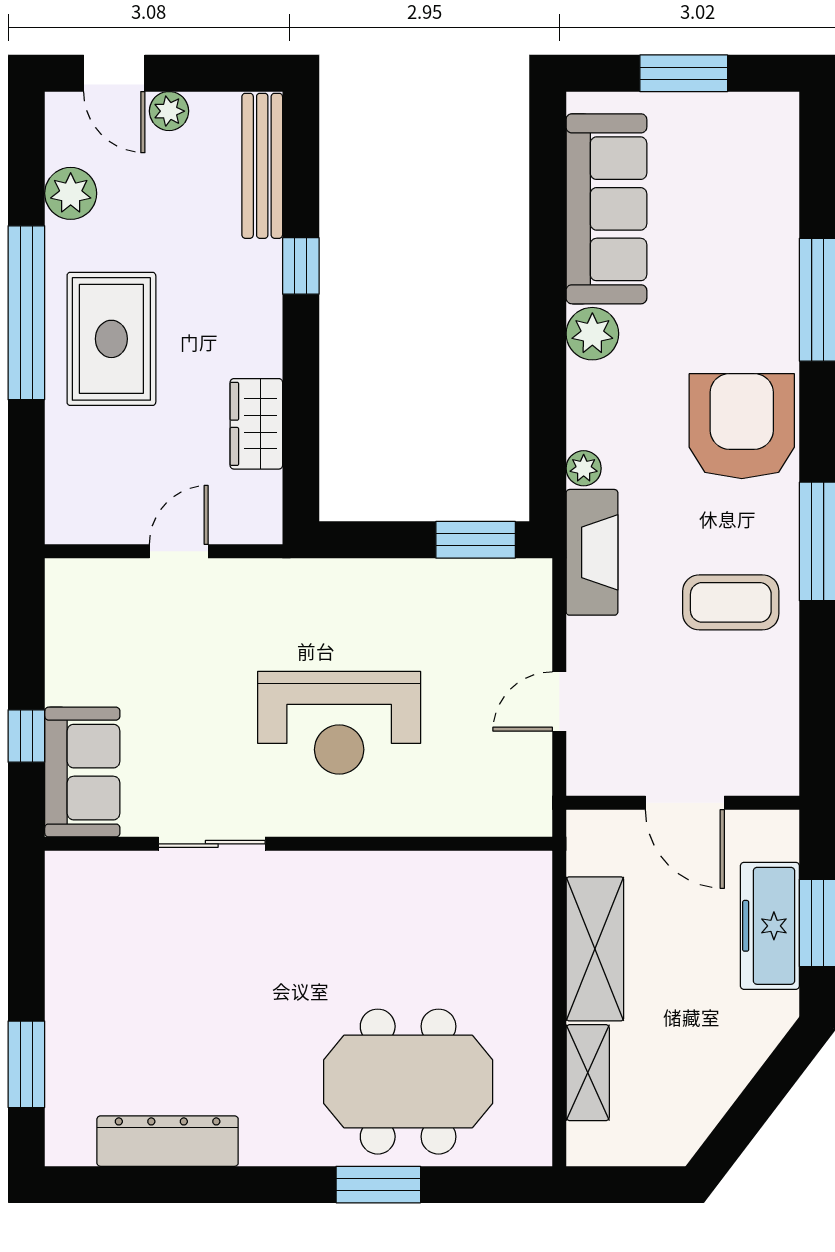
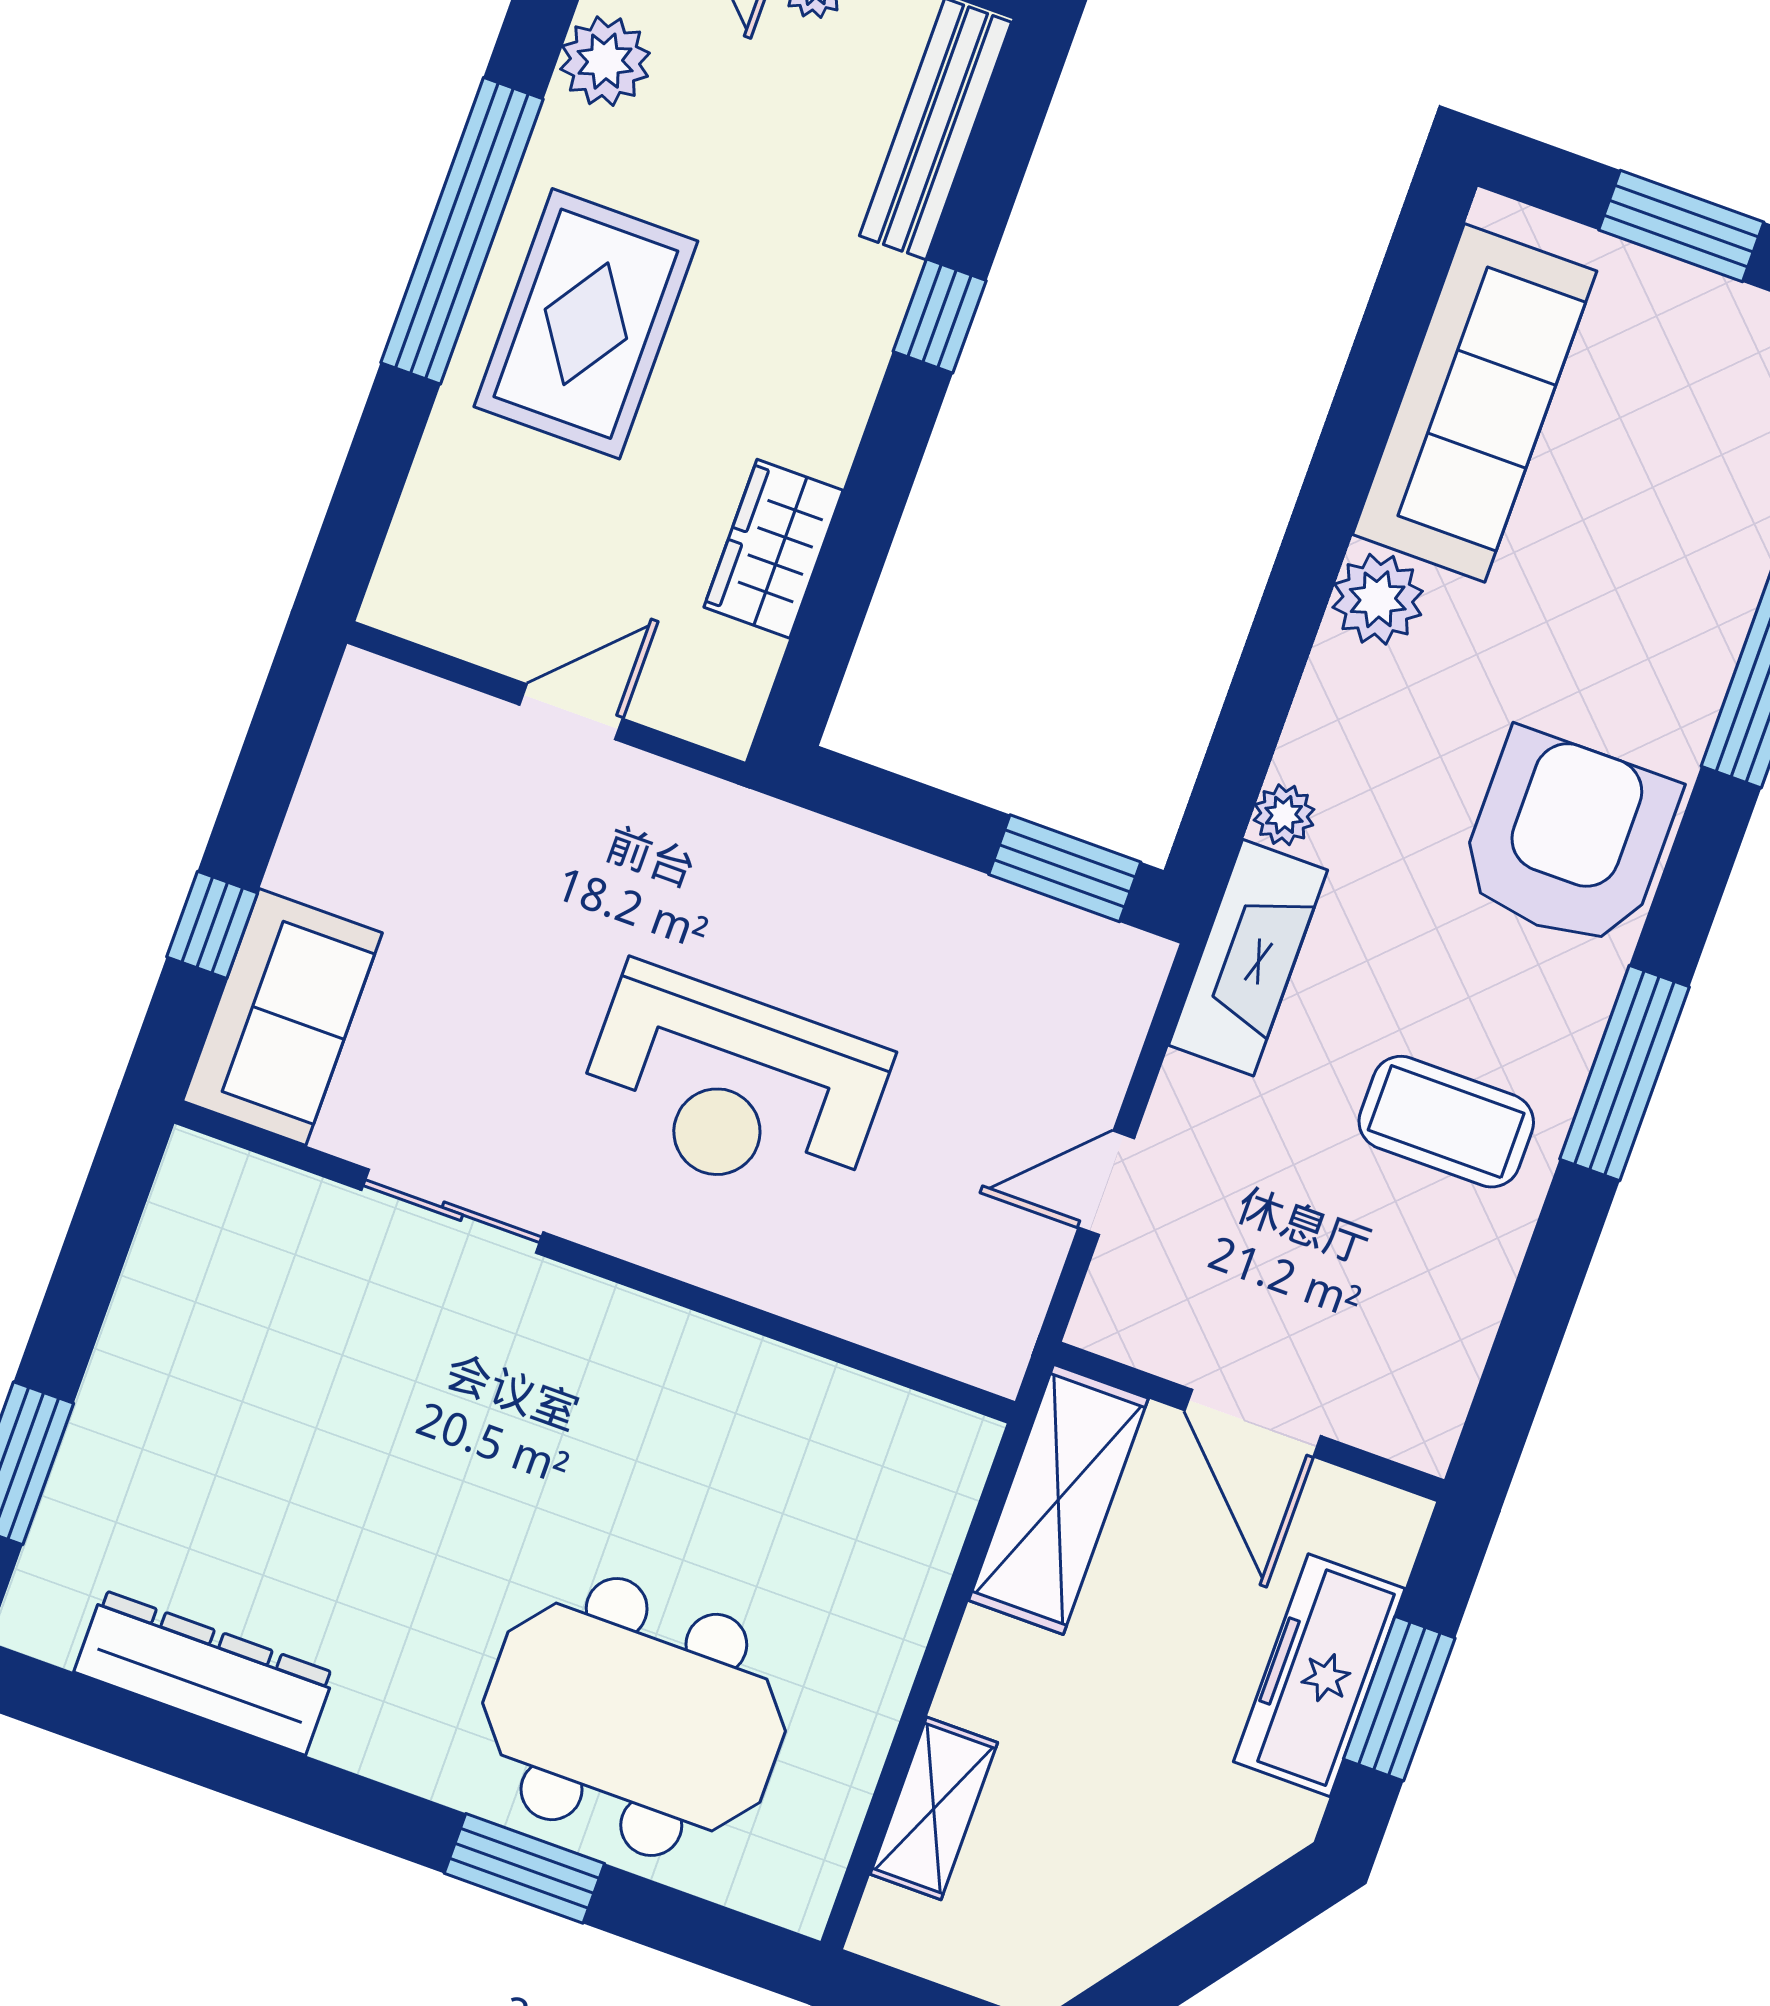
shelving: (595, 949) -> (1058, 1499), moved

